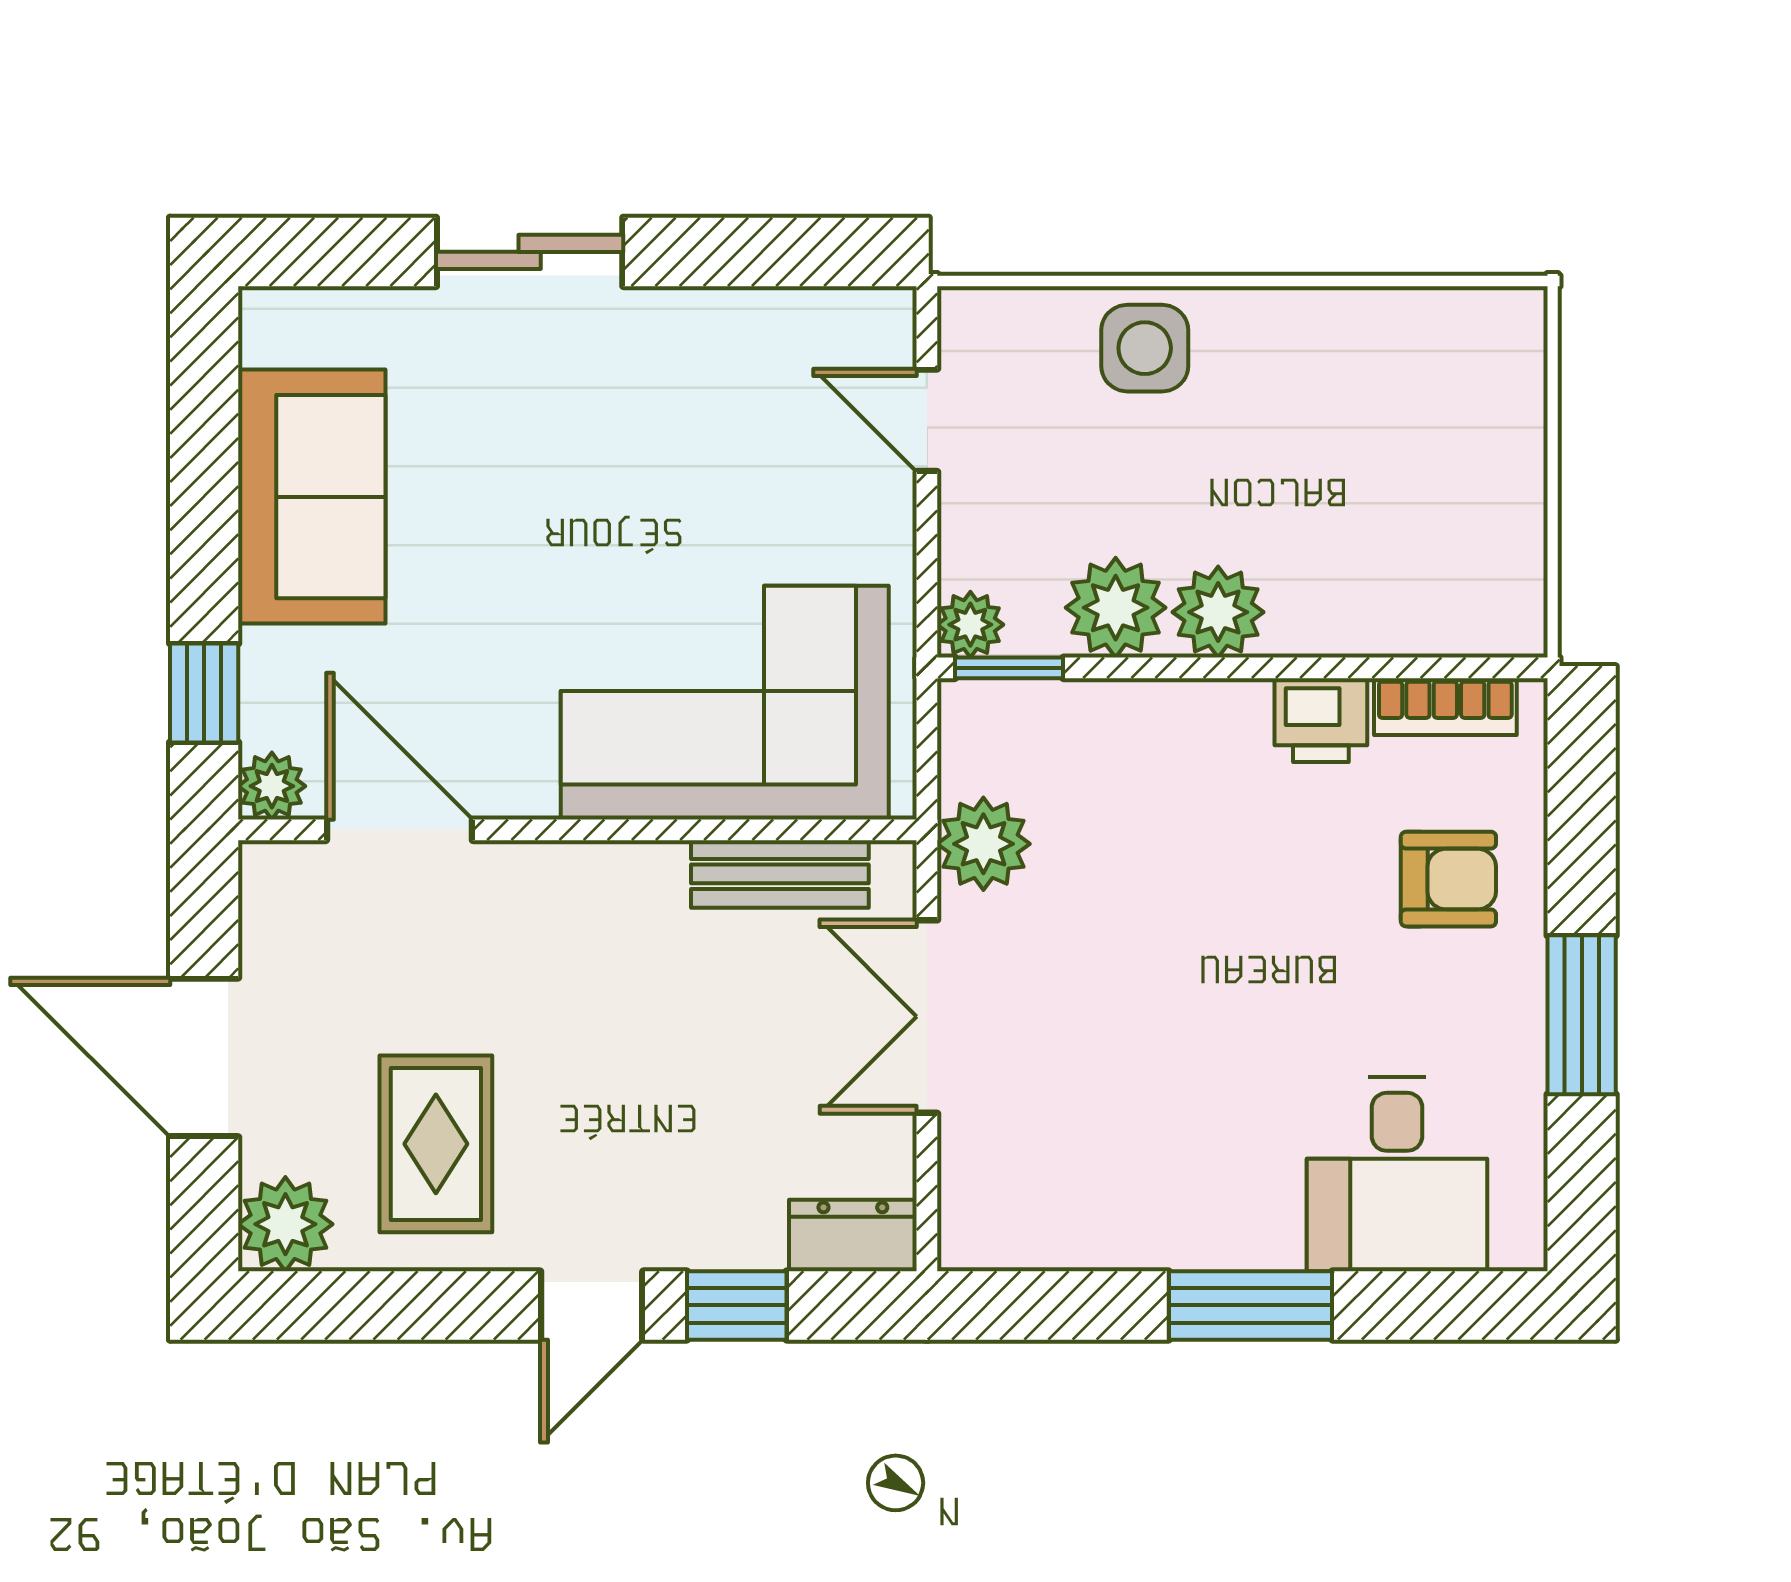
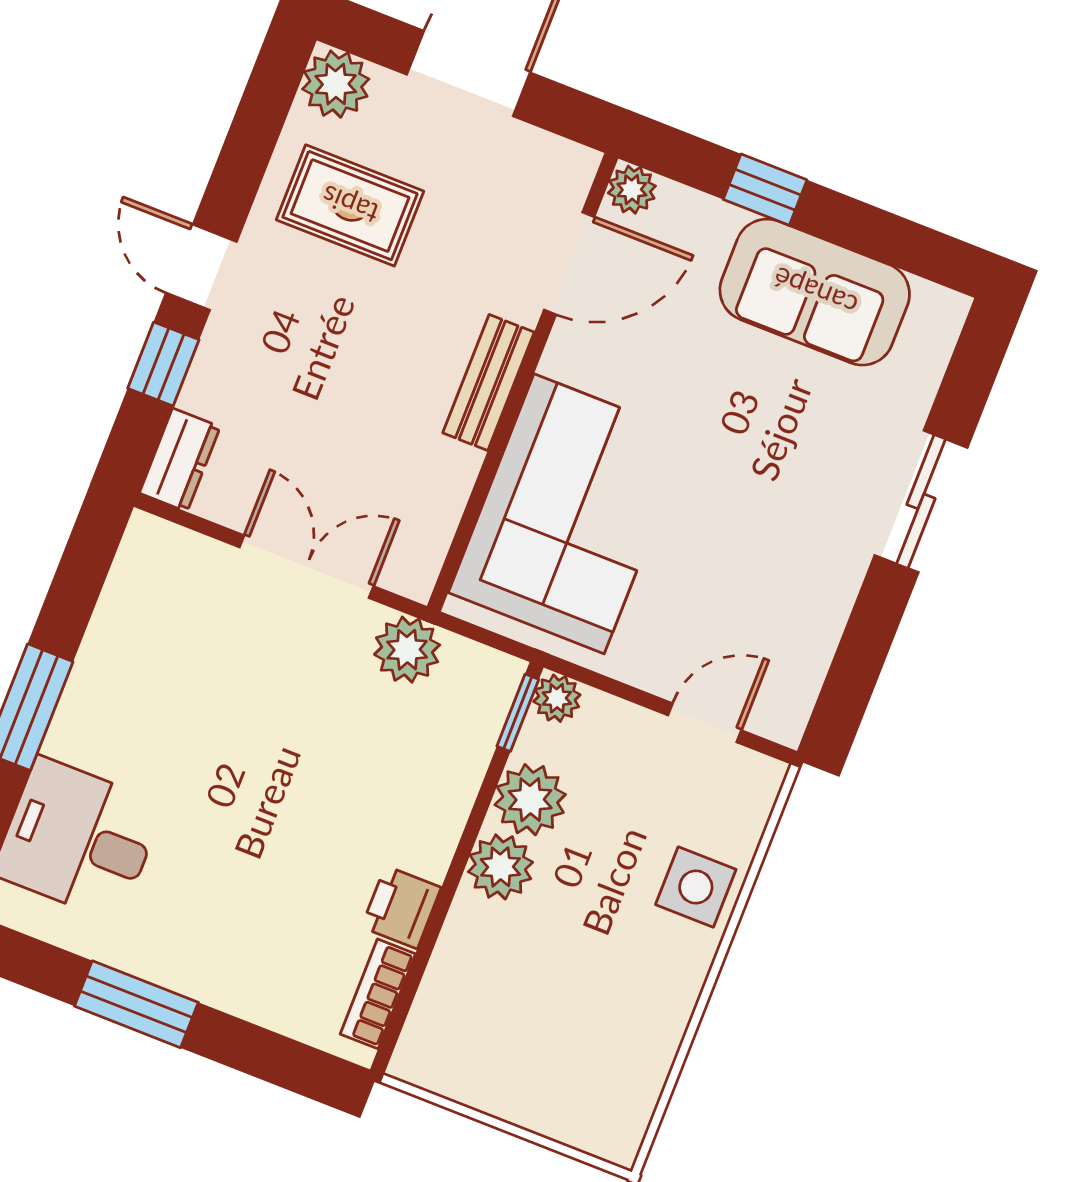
window: (204, 693) -> (765, 190), moved
bench: (780, 874) -> (489, 383), moved
armchair: (1448, 879) -> (262, 951), removed

